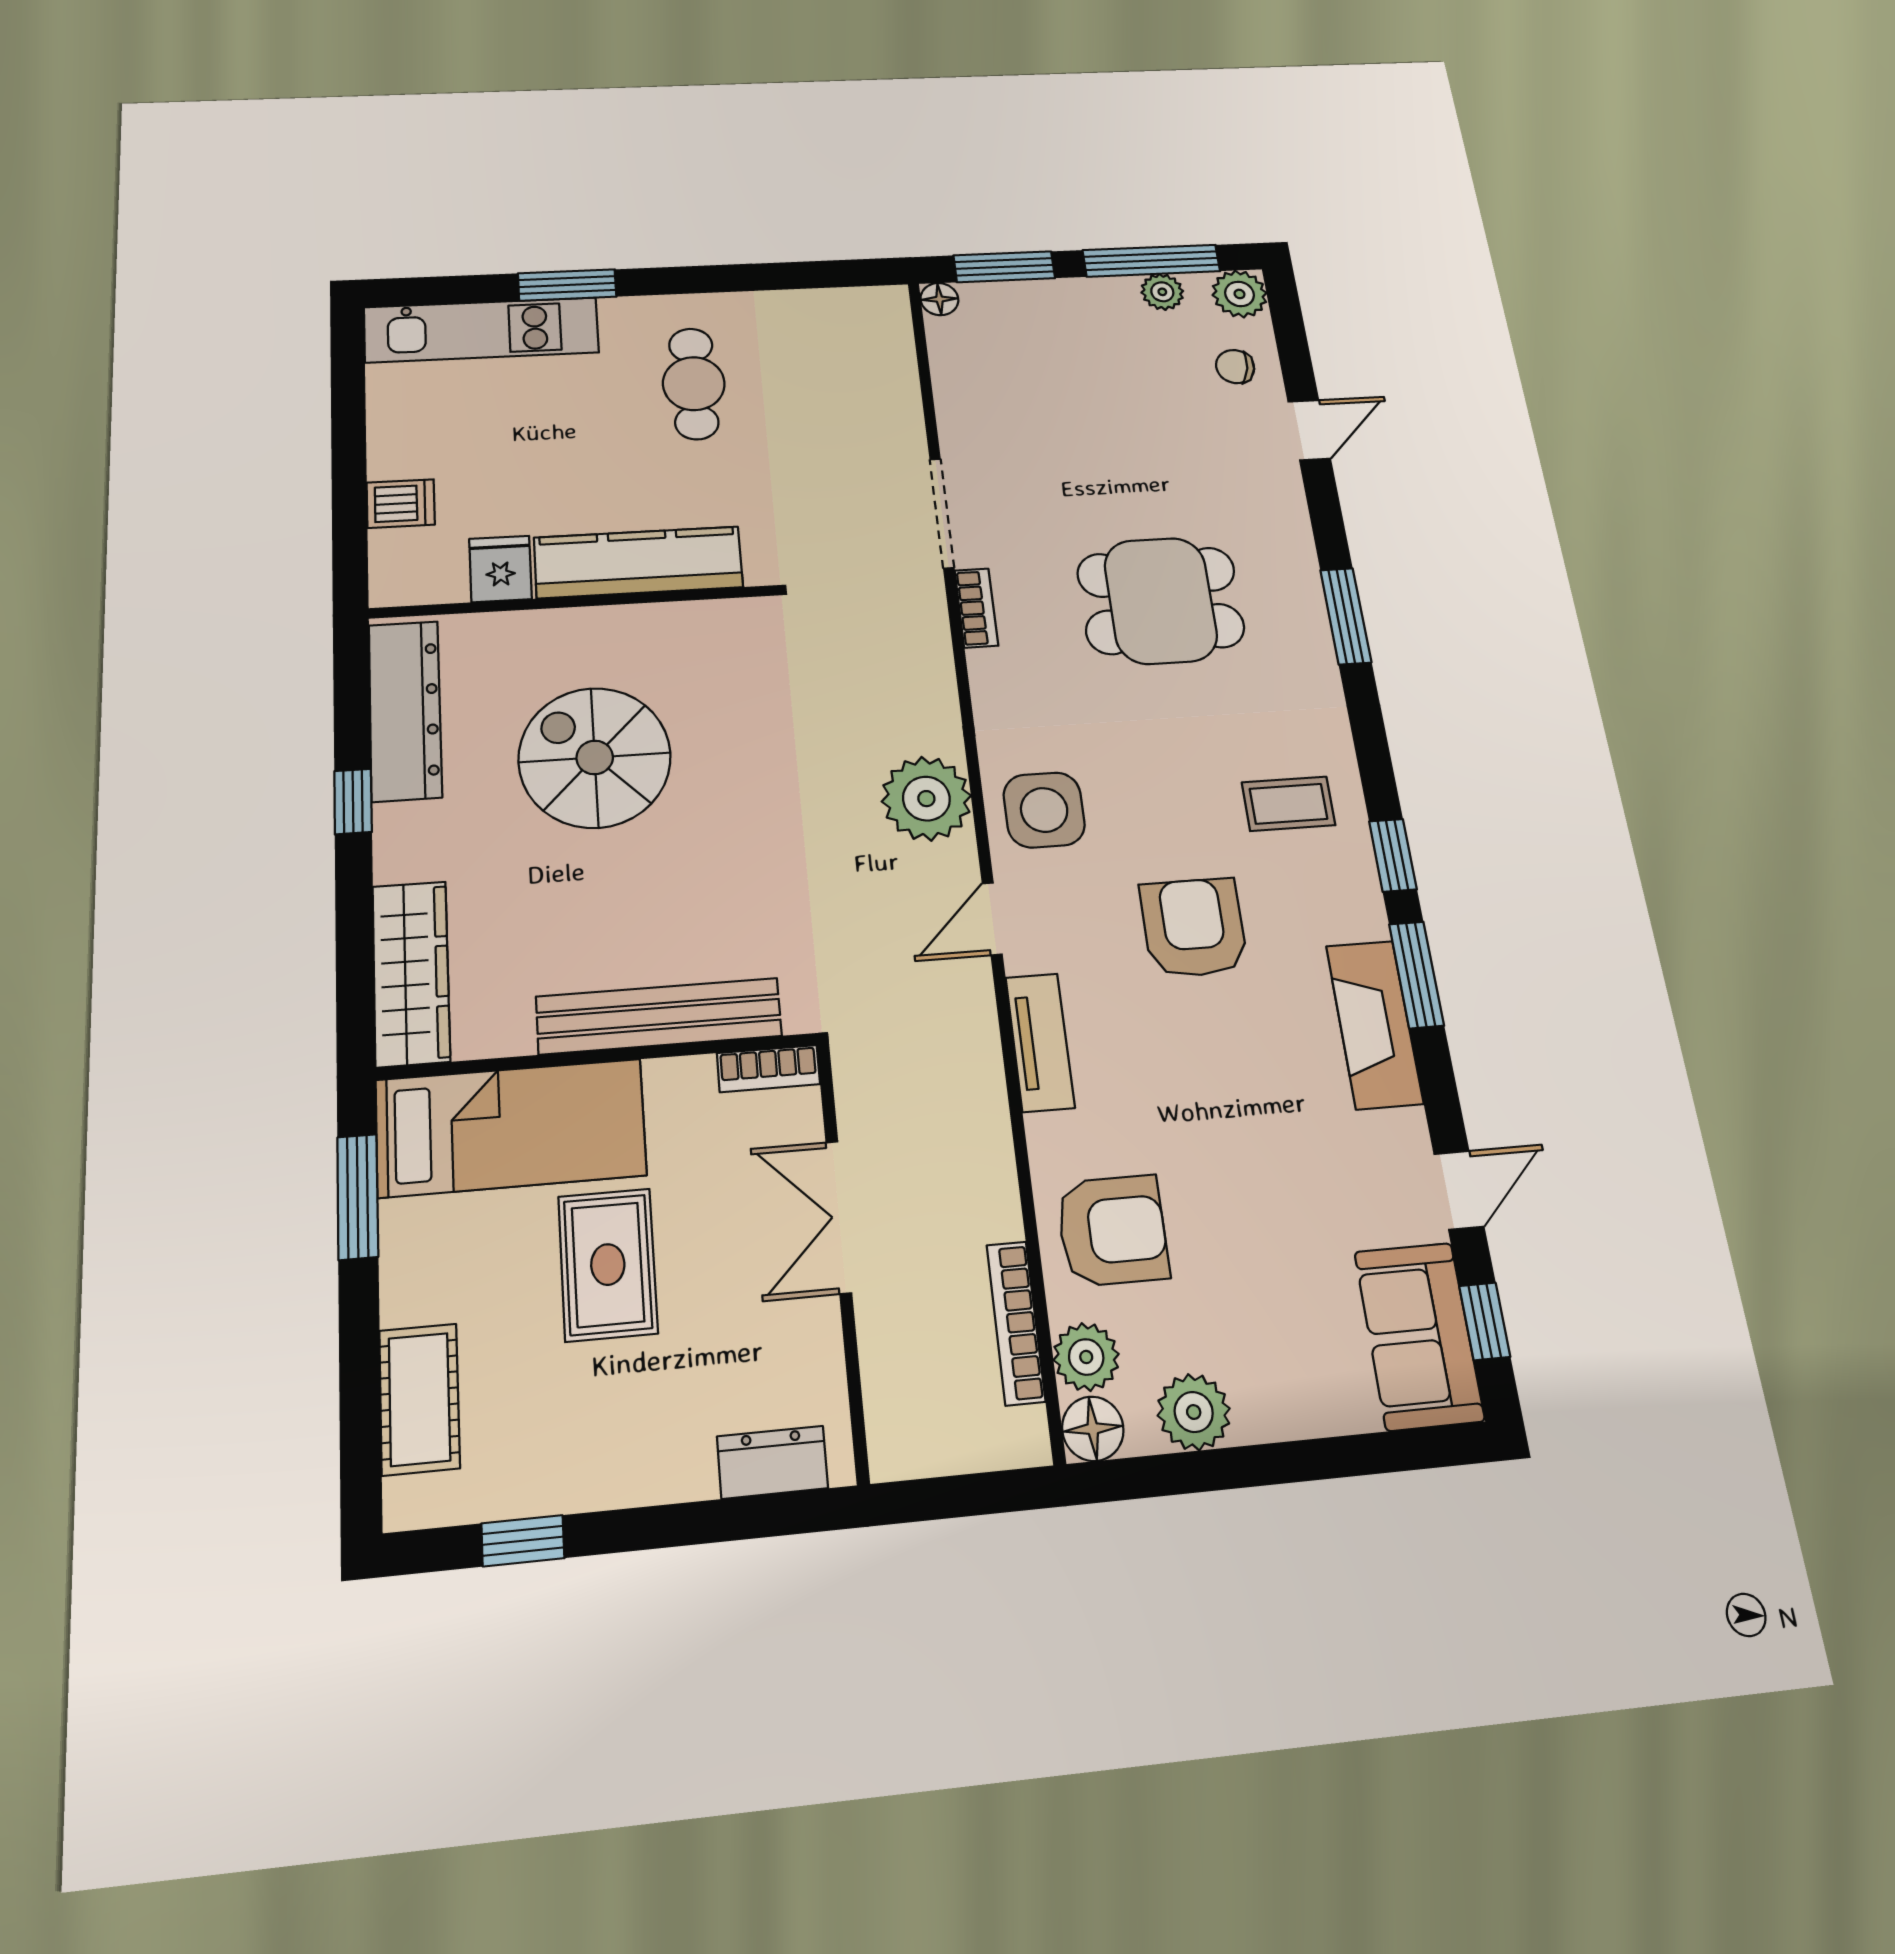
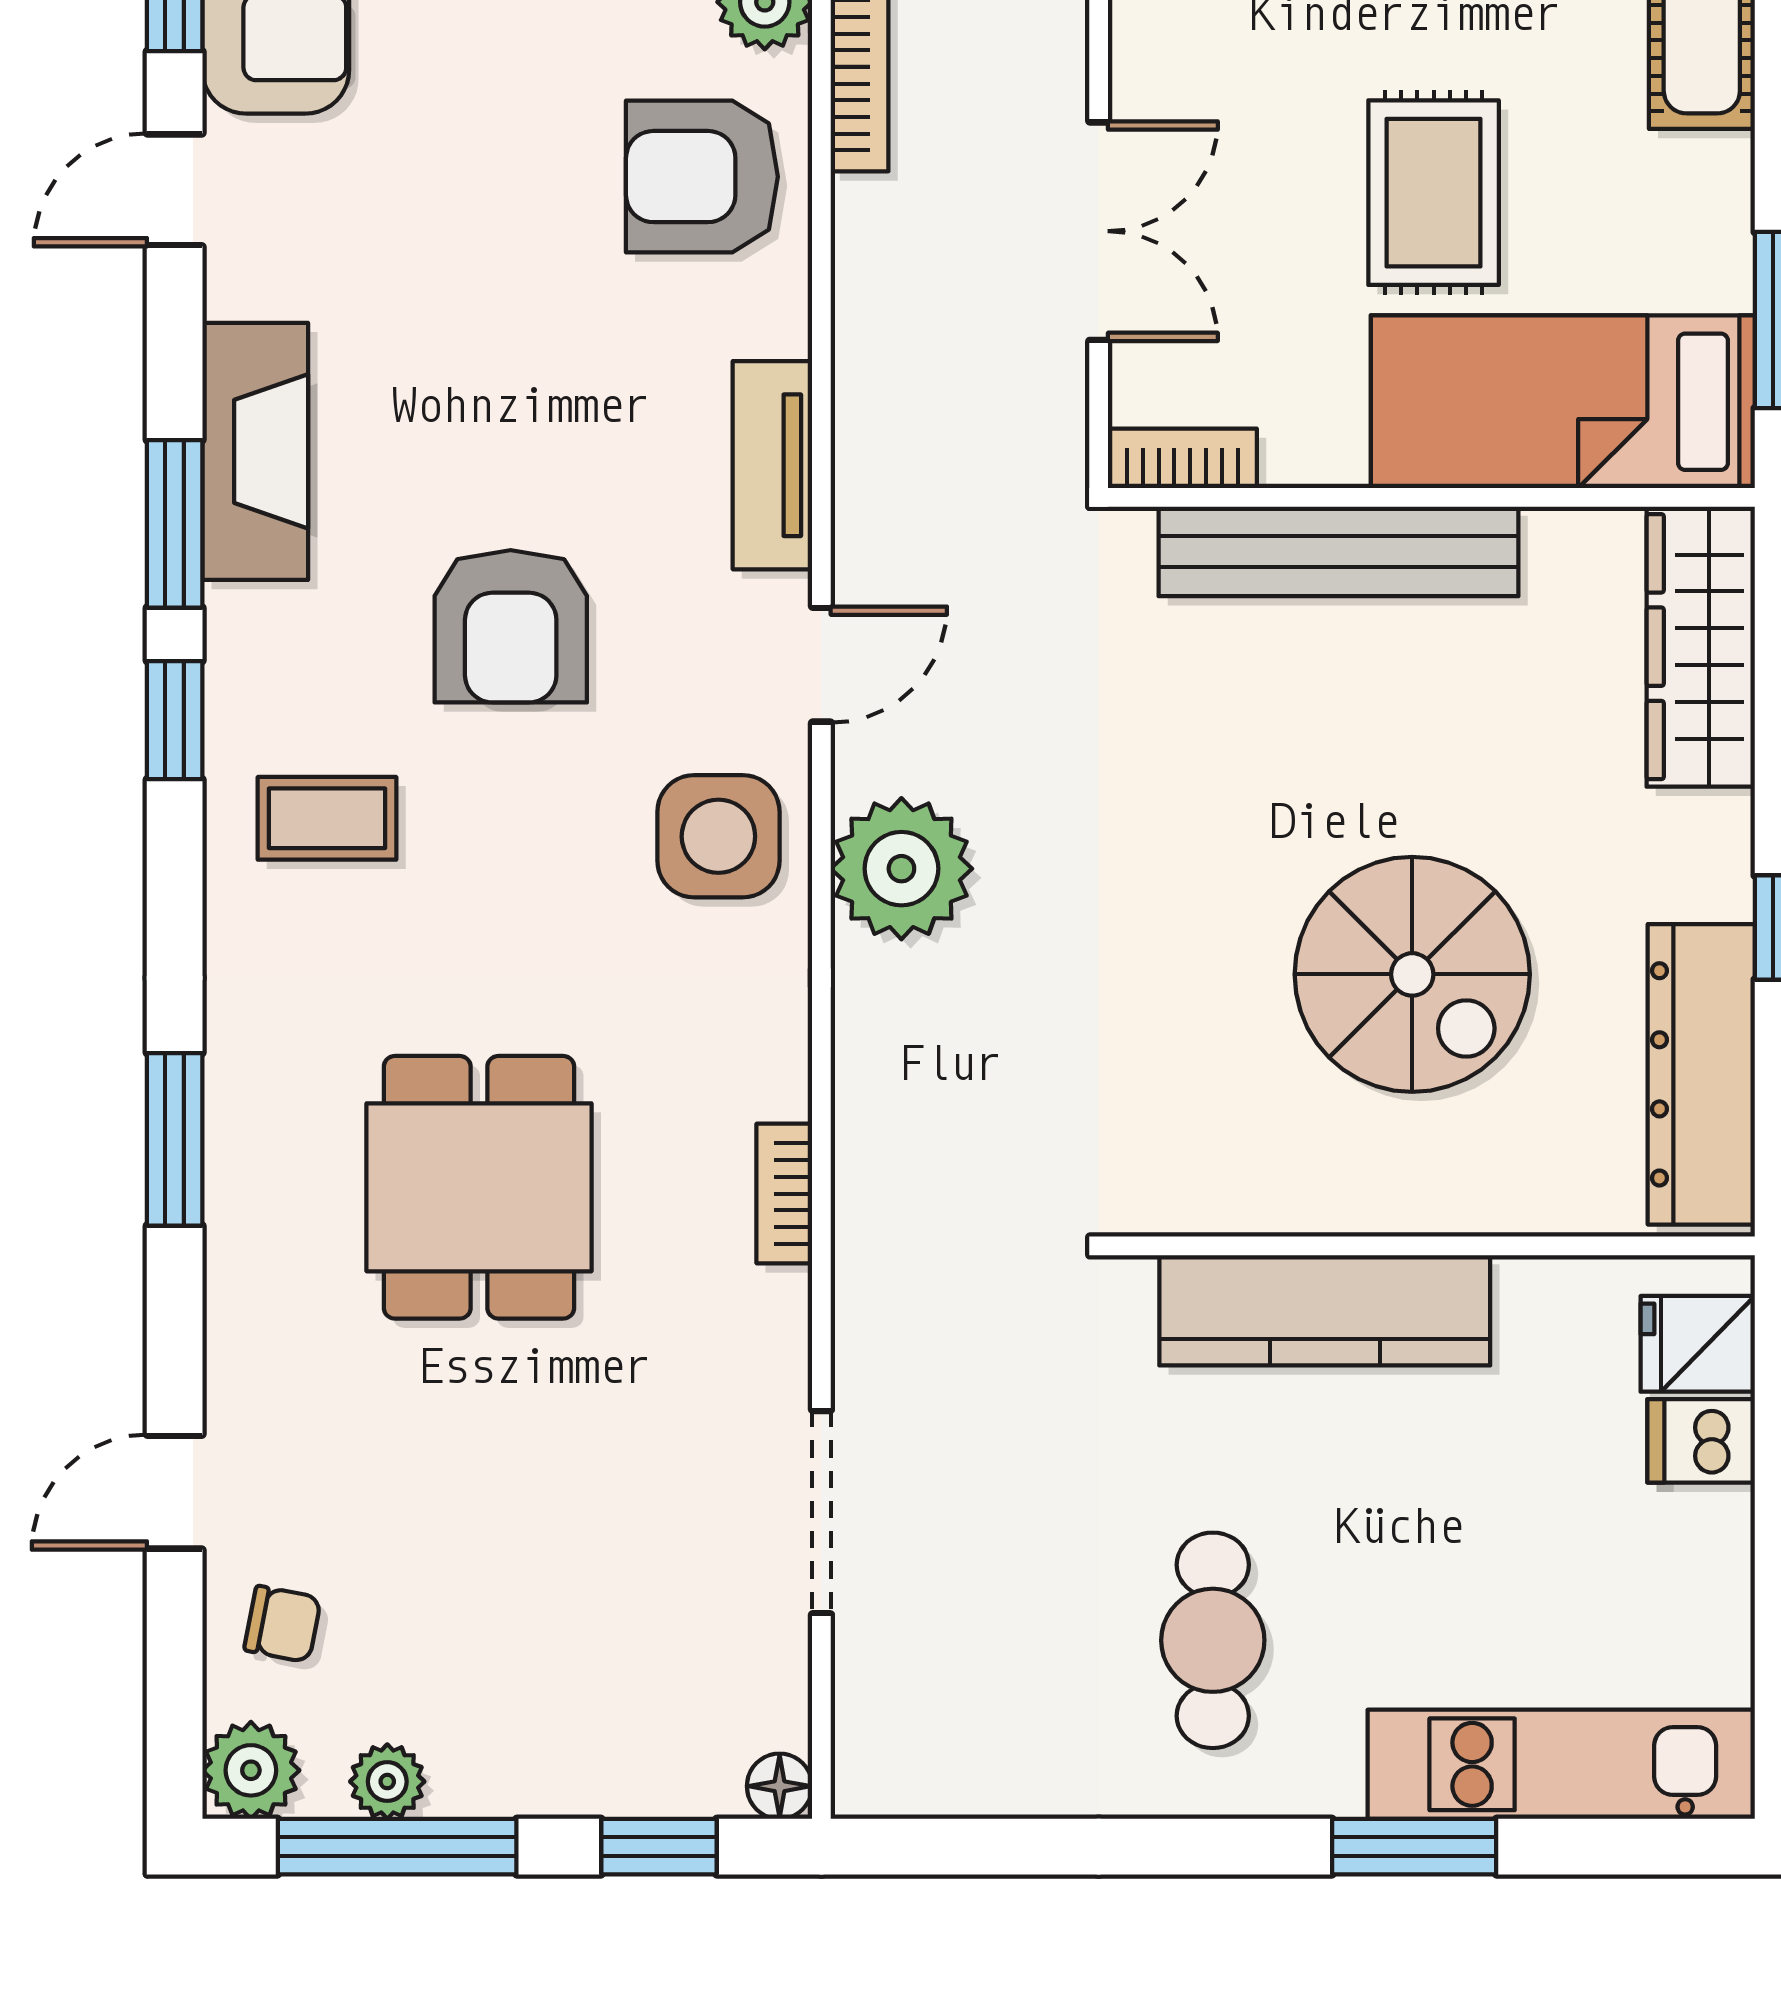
window: (1004, 267) -> (659, 1847), width x0.67
doorway: (942, 513) -> (821, 1512), moved
fridge: (500, 569) -> (1698, 1344), moved, turned 90
dining table: (1161, 601) -> (479, 1187), turned 90

